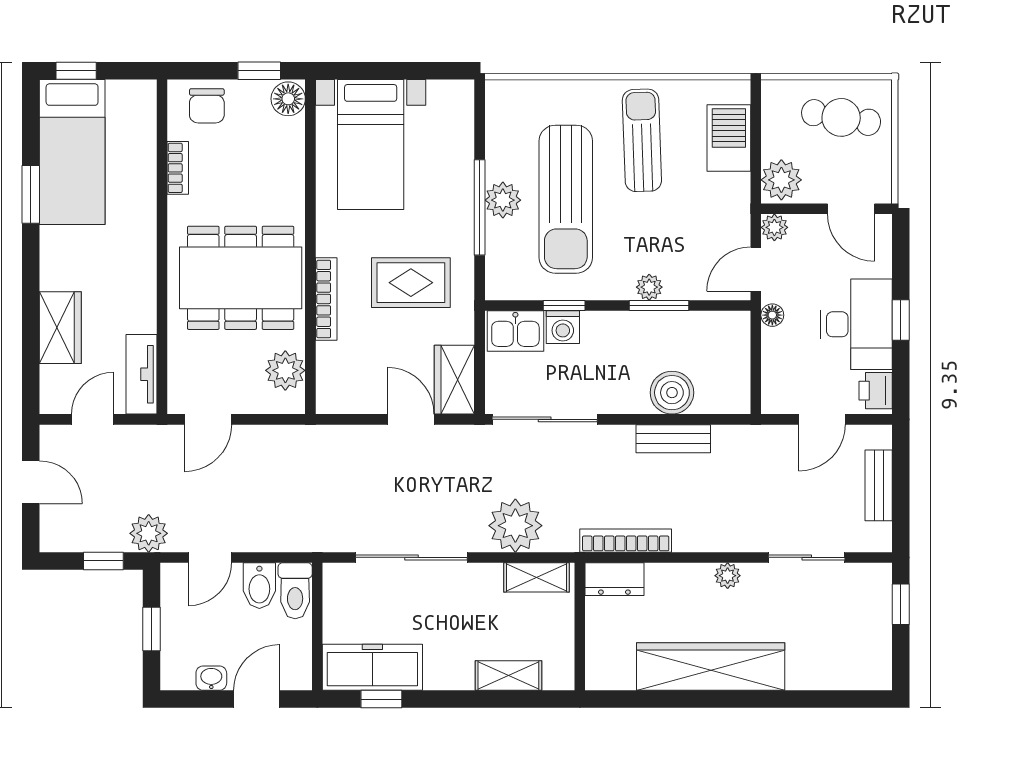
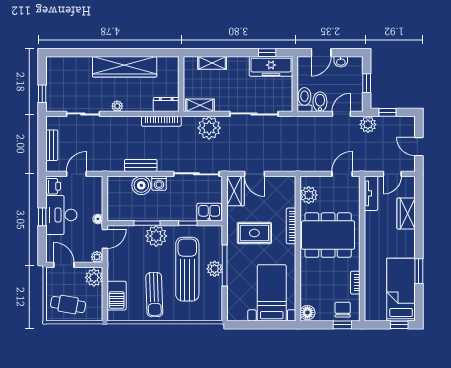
window: (259, 71) -> (342, 325), moved
plant: (649, 287) -> (156, 236), width x1.88, depth x1.88
washing machine: (563, 327) -> (159, 183), moved, turned 180

